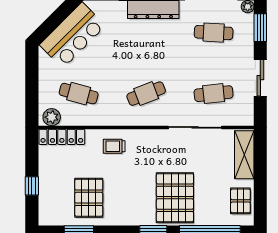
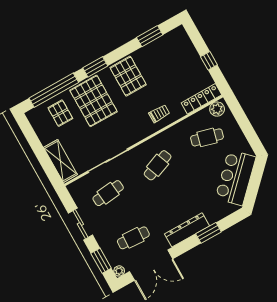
window: (32, 186) -> (209, 61), moved
pallet: (89, 198) -> (128, 76), moved
pallet: (240, 201) -> (60, 113), moved

